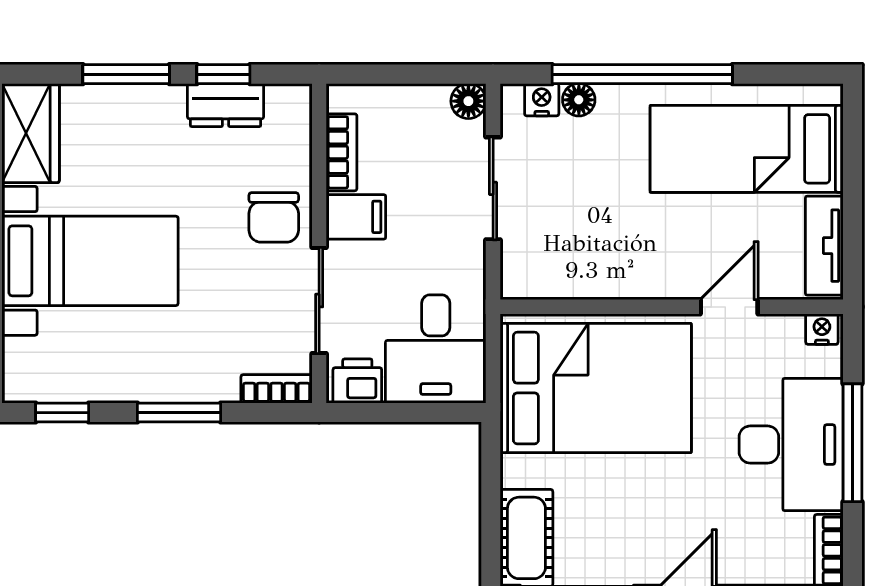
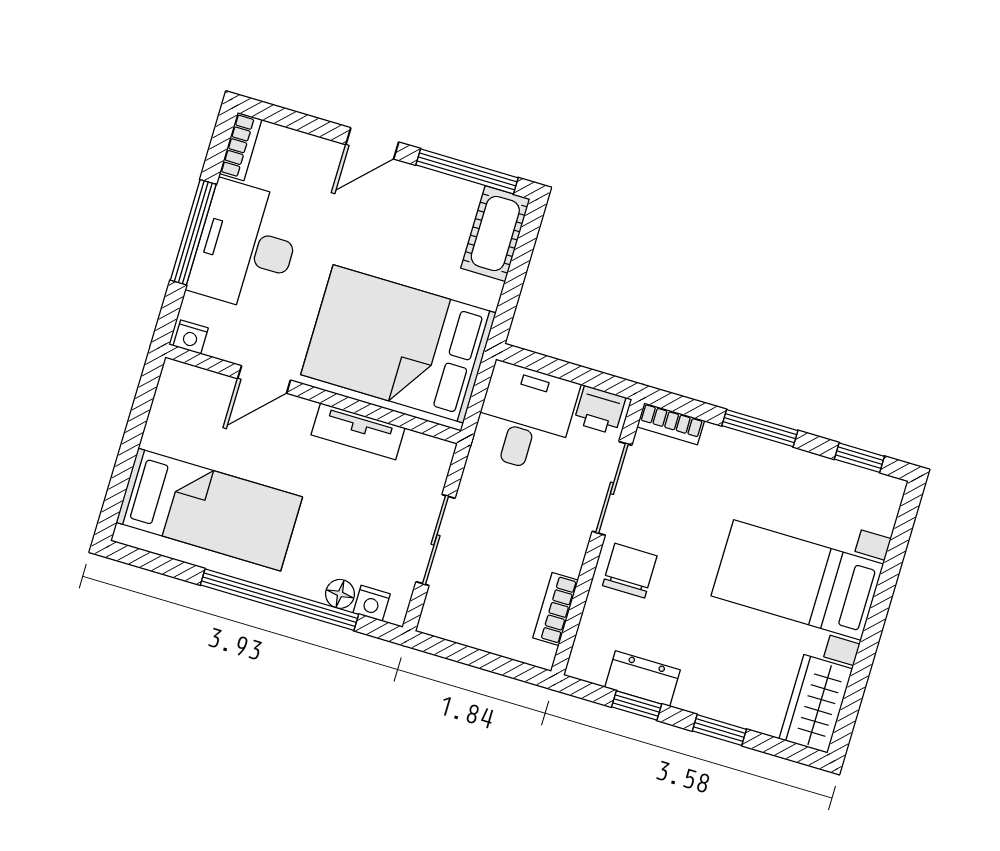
window: (126, 74) -> (719, 730), width x0.67
floor lamp: (468, 101) -> (434, 621), removed
filing cabinet: (356, 217) -> (560, 550), removed
tv unit: (824, 246) -> (358, 431), moved, turned 90

